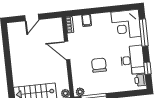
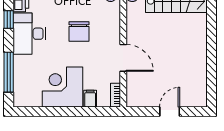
corner desk: (126, 24) -> (63, 87), moved, turned -90

